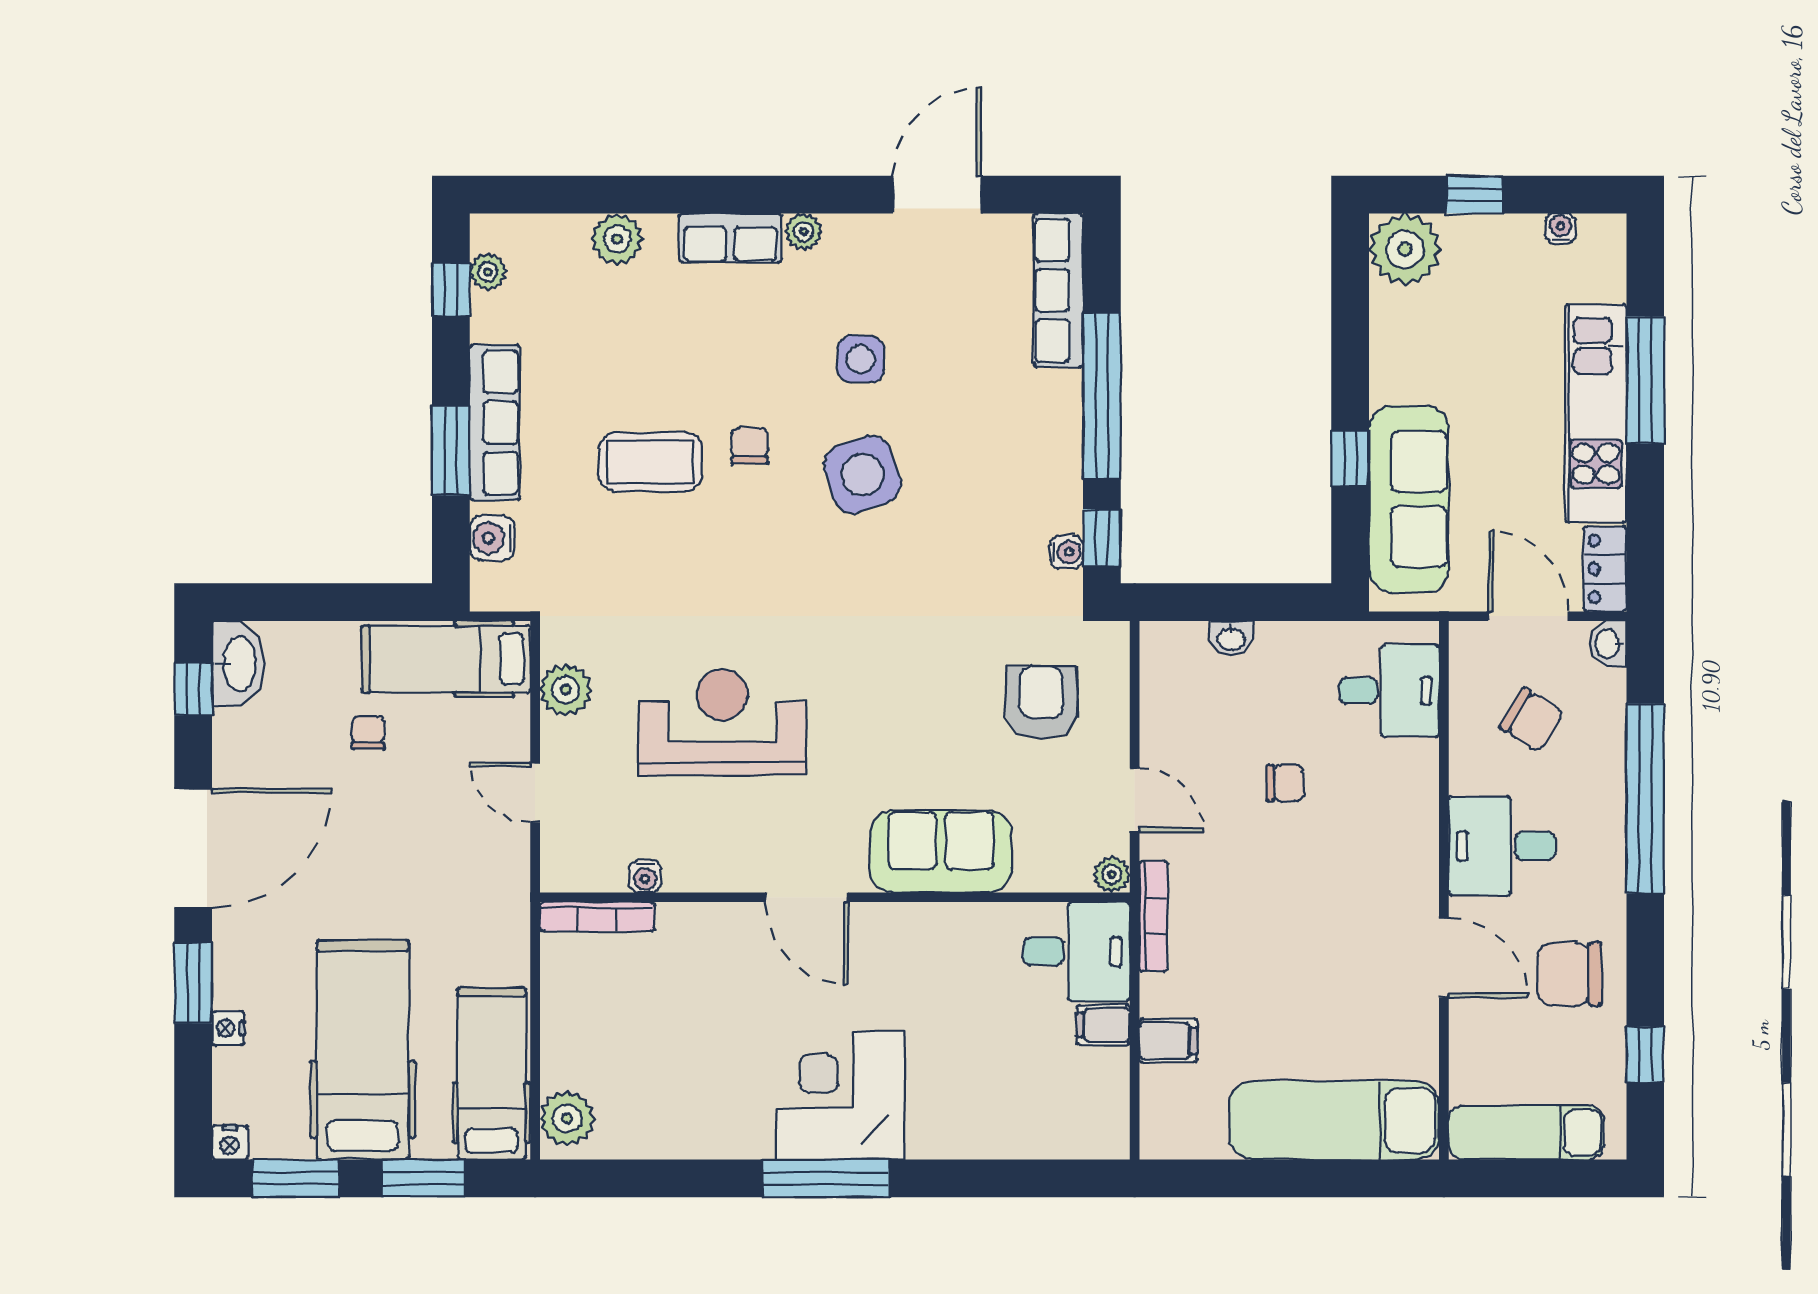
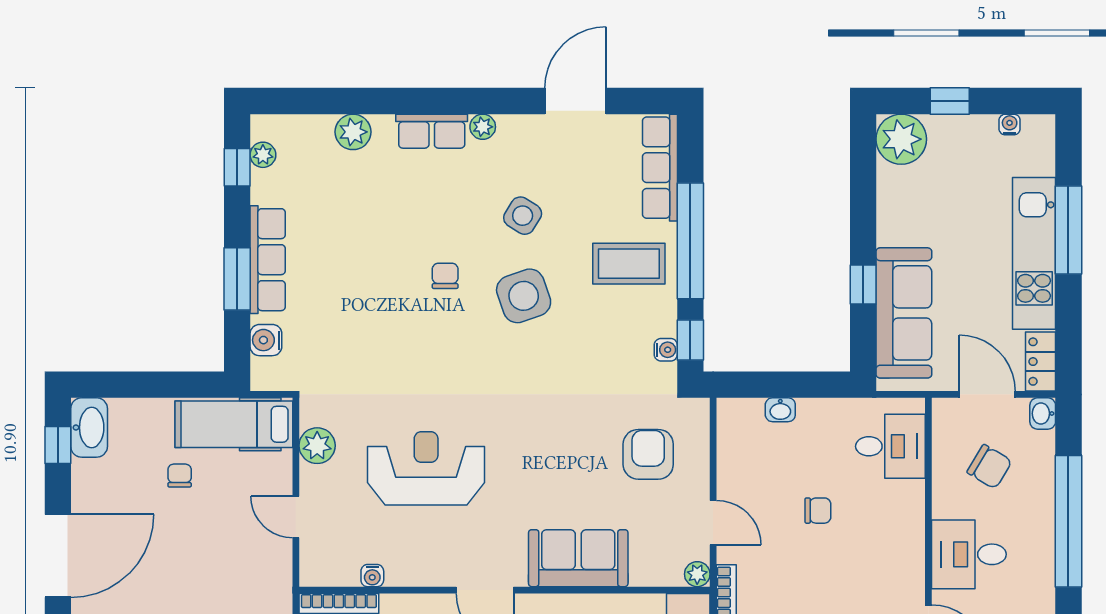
side table: (861, 359) -> (523, 216), turned 32
coffee table: (650, 462) -> (629, 264), moved

